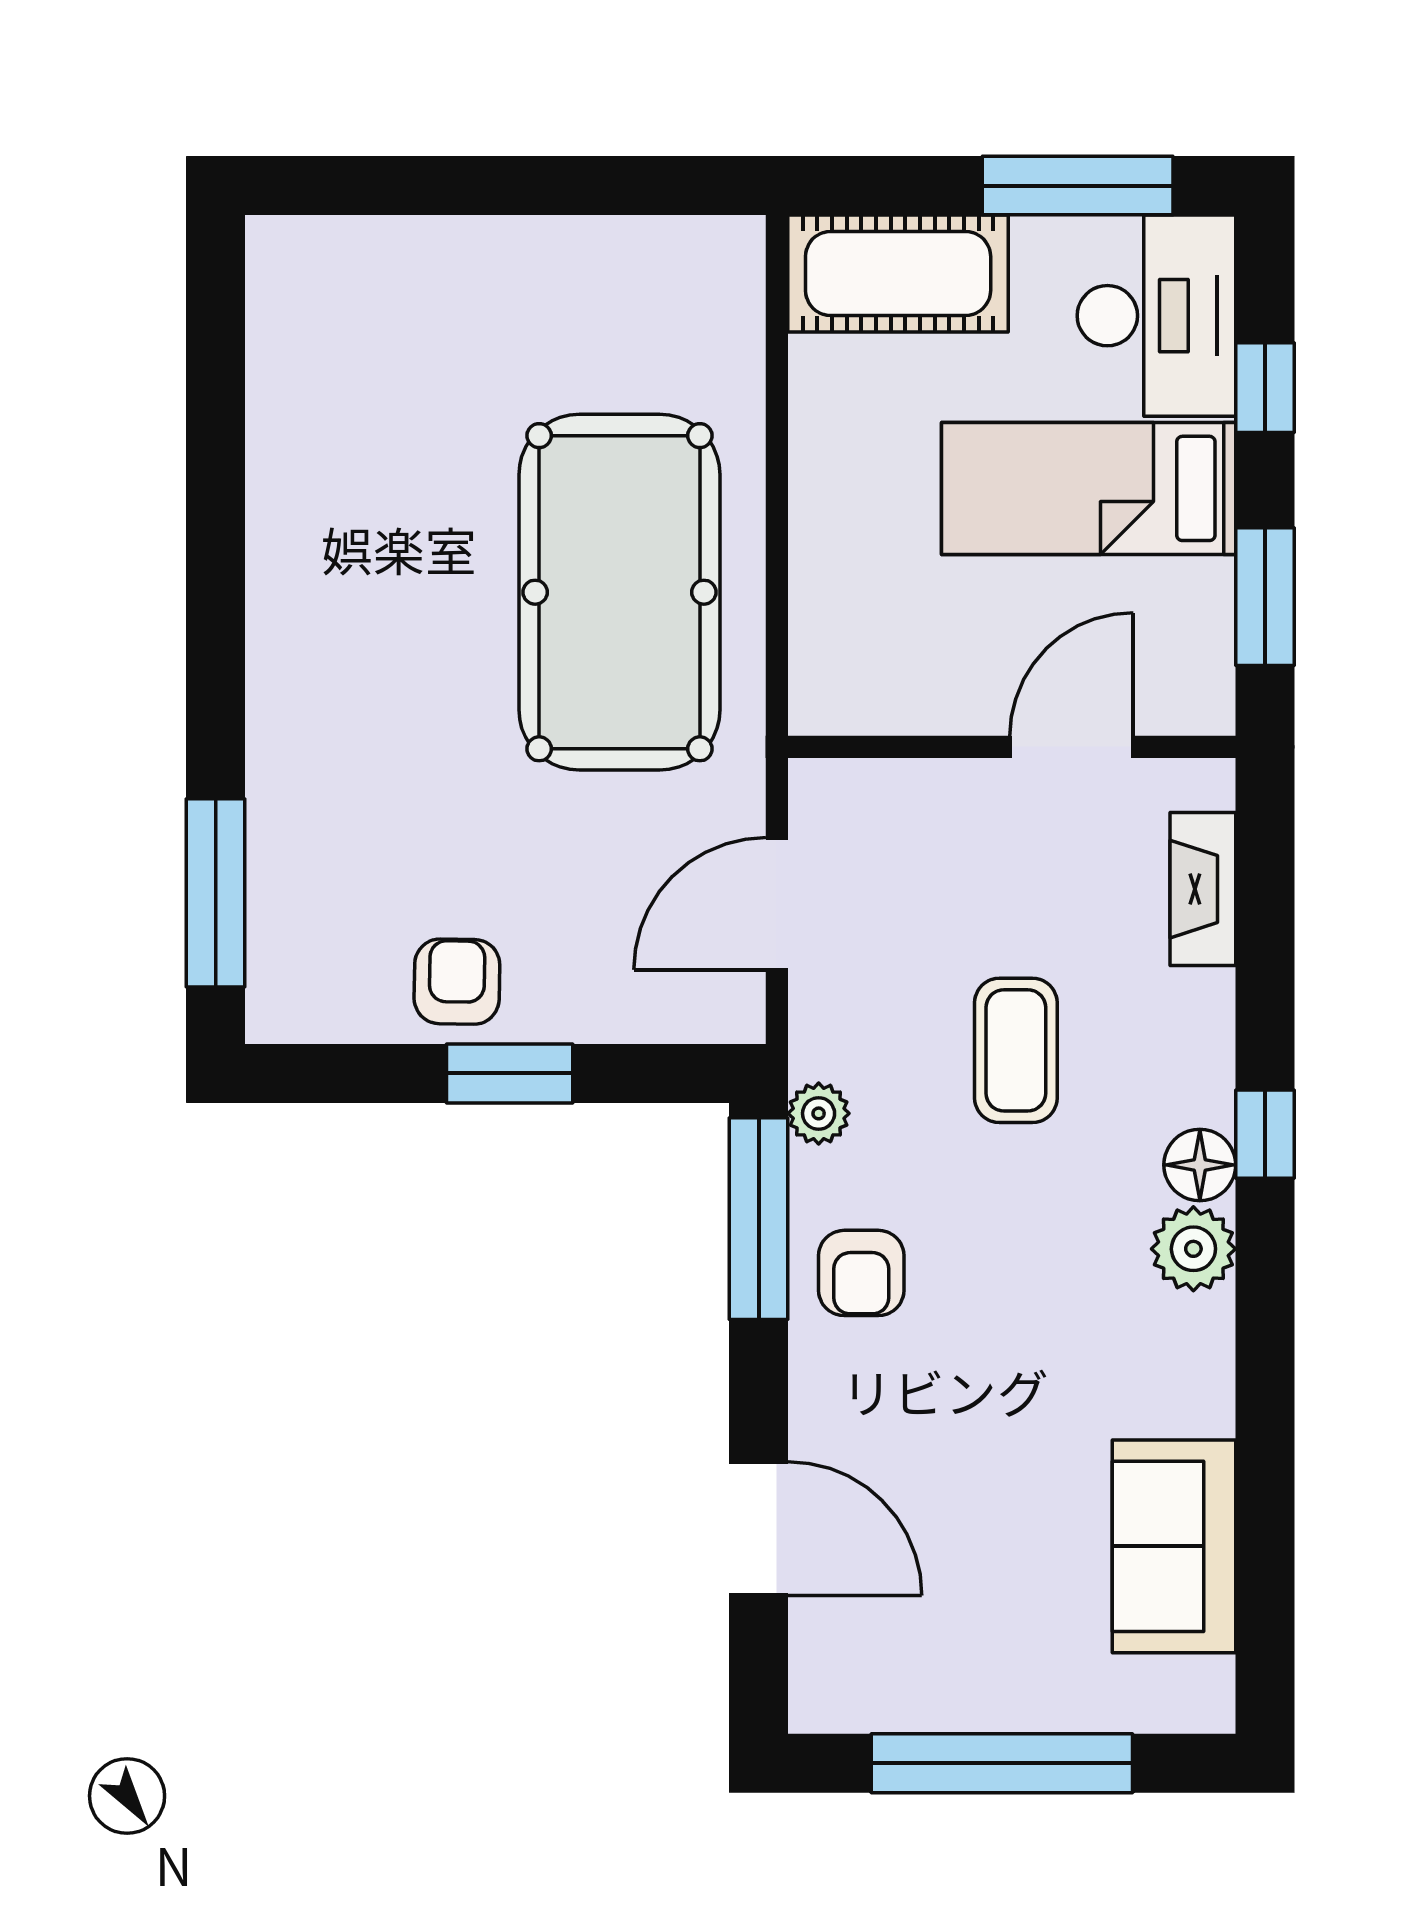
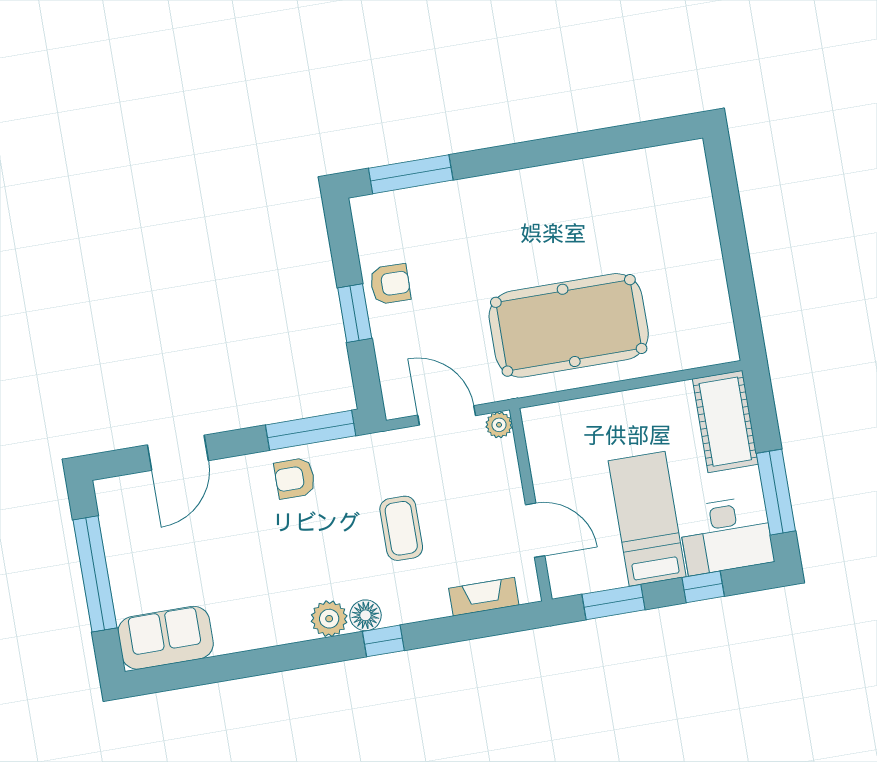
coffee table: (1016, 1050) -> (401, 528), turned 90
plant: (819, 1113) -> (499, 425), moved
sofa: (1174, 1546) -> (166, 638), moved

